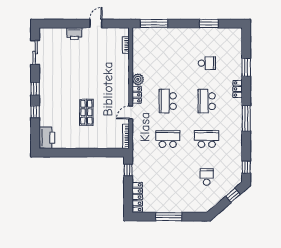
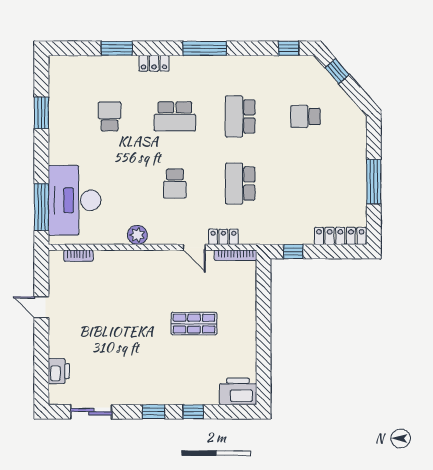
printer: (74, 34) -> (59, 371), moved
desk: (158, 43) -> (74, 200), added
locker: (137, 95) -> (223, 237), moved
school desk: (168, 101) -> (175, 184), width x0.54

